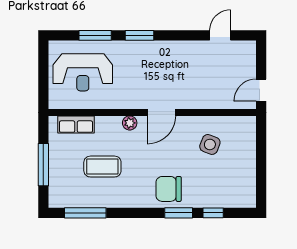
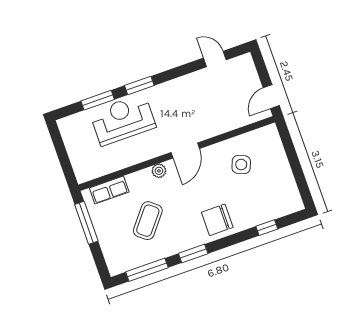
door: (220, 35) -> (215, 59), hinge flipped
reception desk: (83, 72) -> (123, 120), moved, turned 180
window: (43, 165) -> (86, 223), moved
coffee table: (102, 167) -> (148, 221), turned -51
window: (179, 213) -> (193, 254), moved

